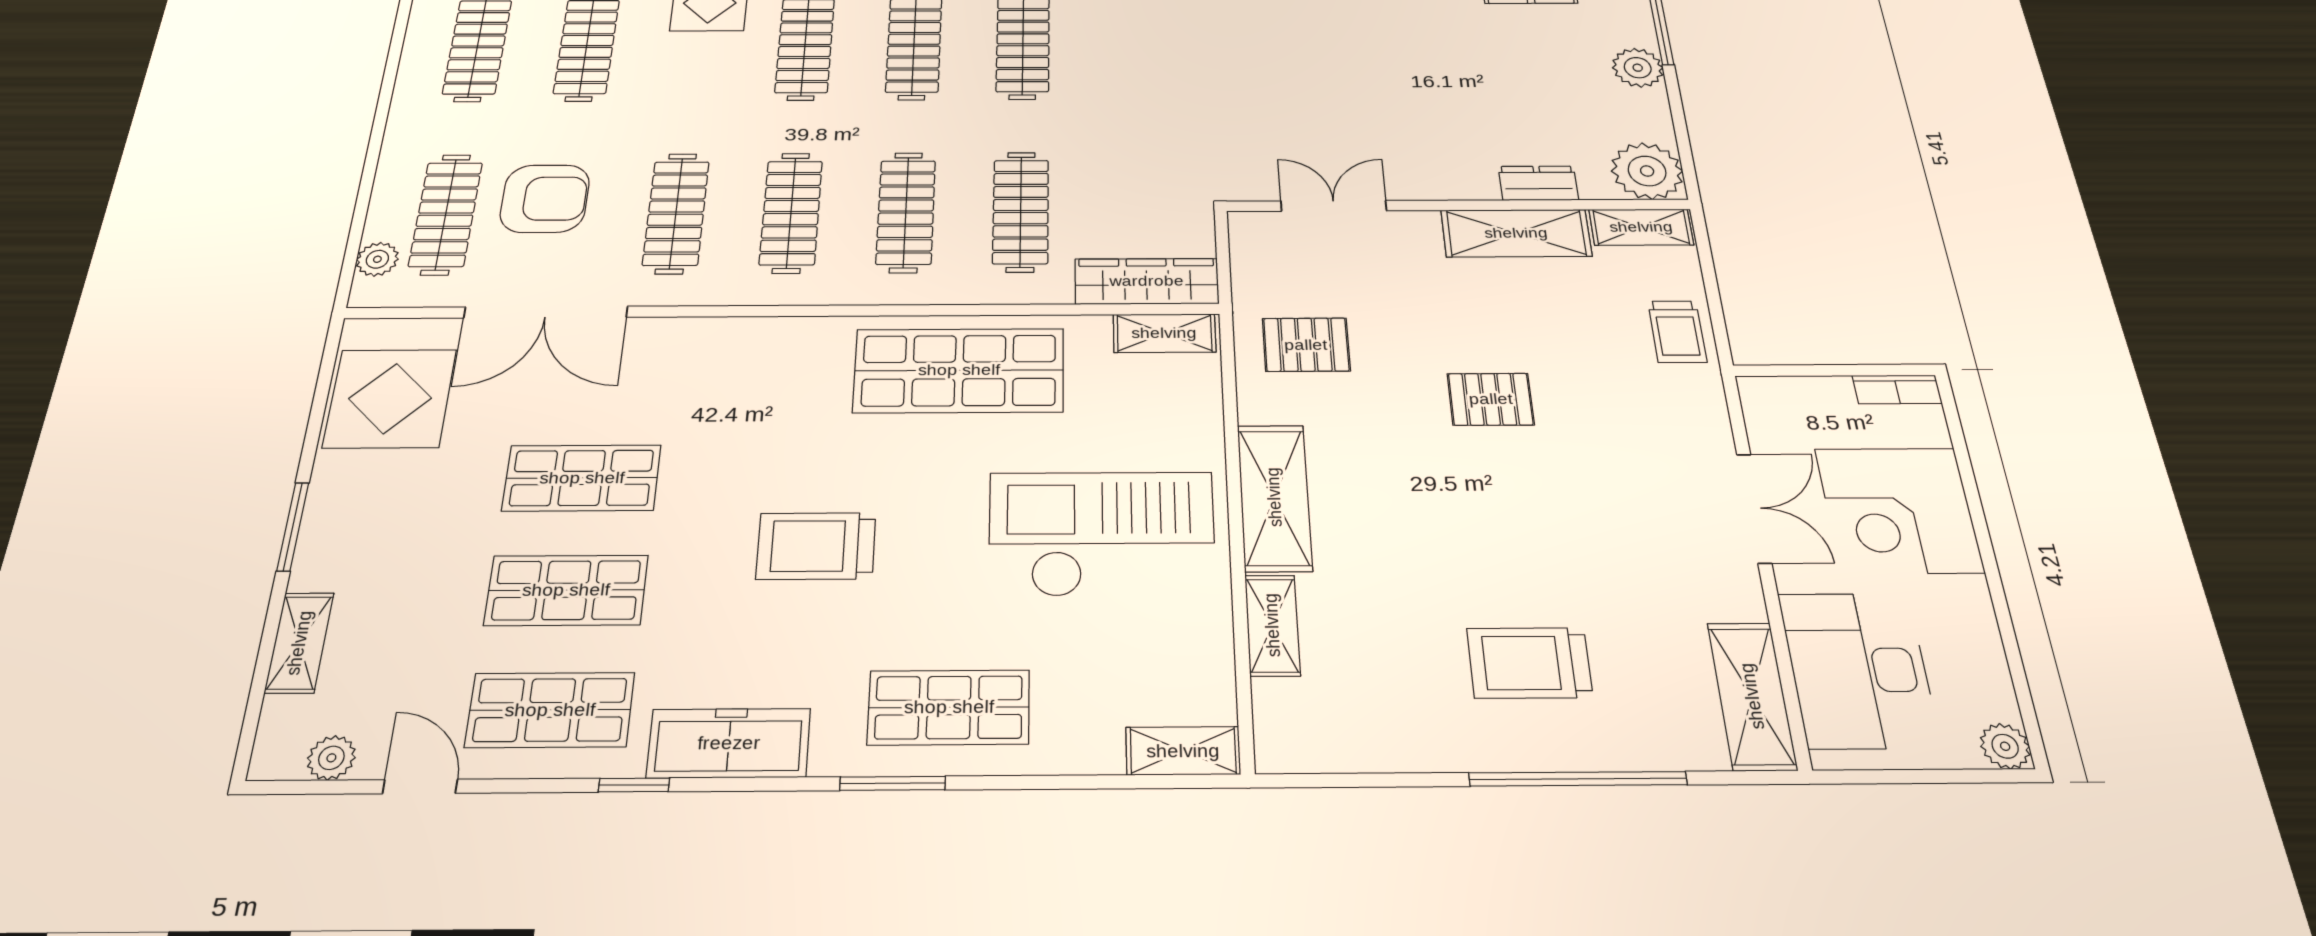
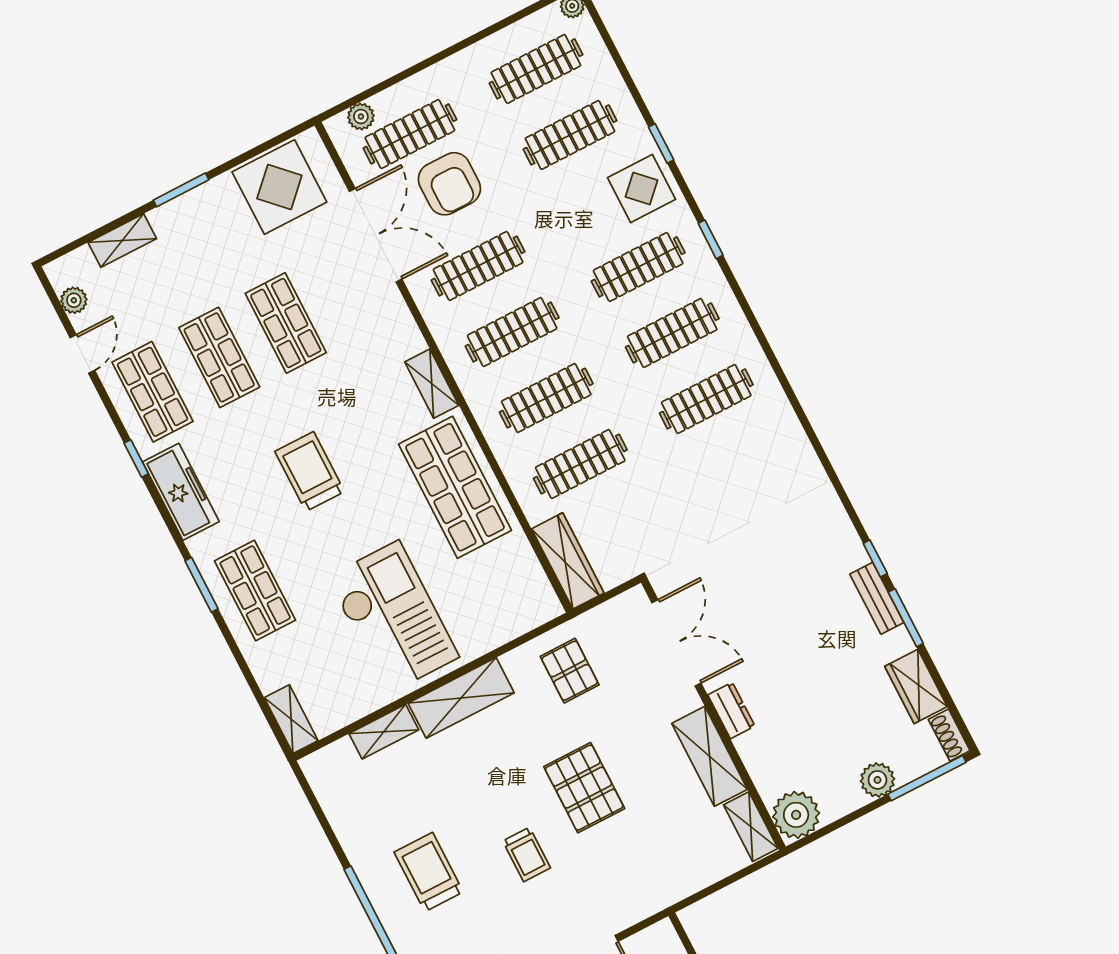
dresser: (1538, 183) -> (731, 710), moved
double door: (1334, 206) -> (676, 643), width x1.37
double door: (546, 312) -> (376, 235), swing flipped
trolley: (1677, 332) -> (527, 854), moved, turned -90
shelving: (1164, 333) -> (432, 384), moved
pallet: (1491, 399) -> (584, 788), width x1.50, depth x1.42

